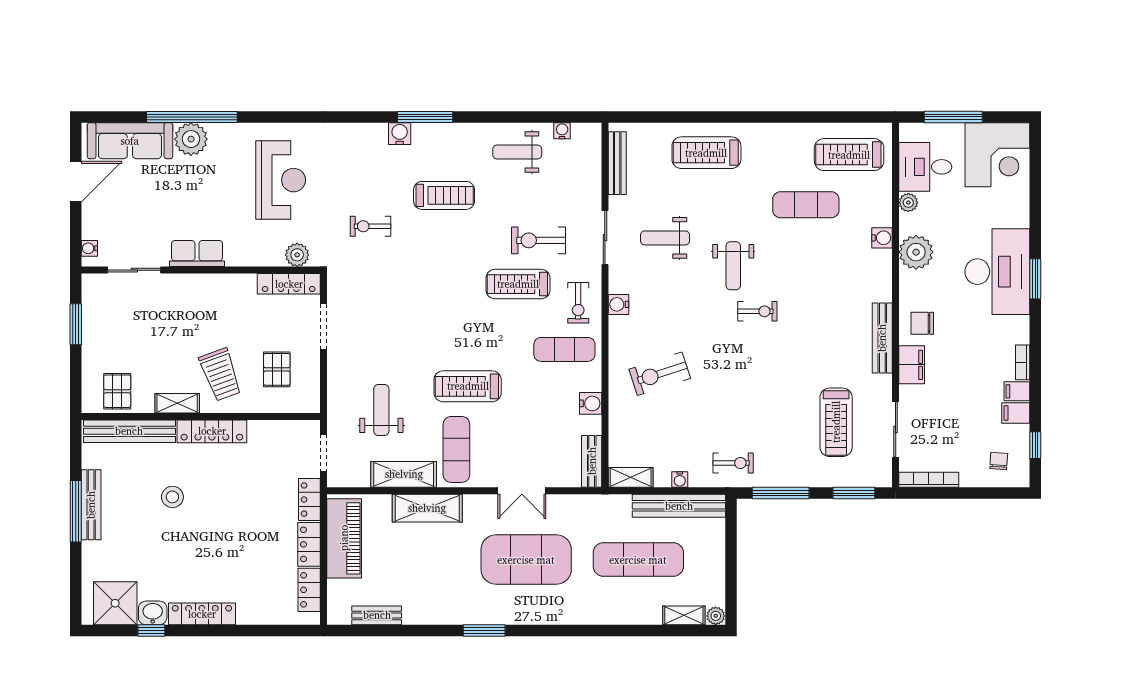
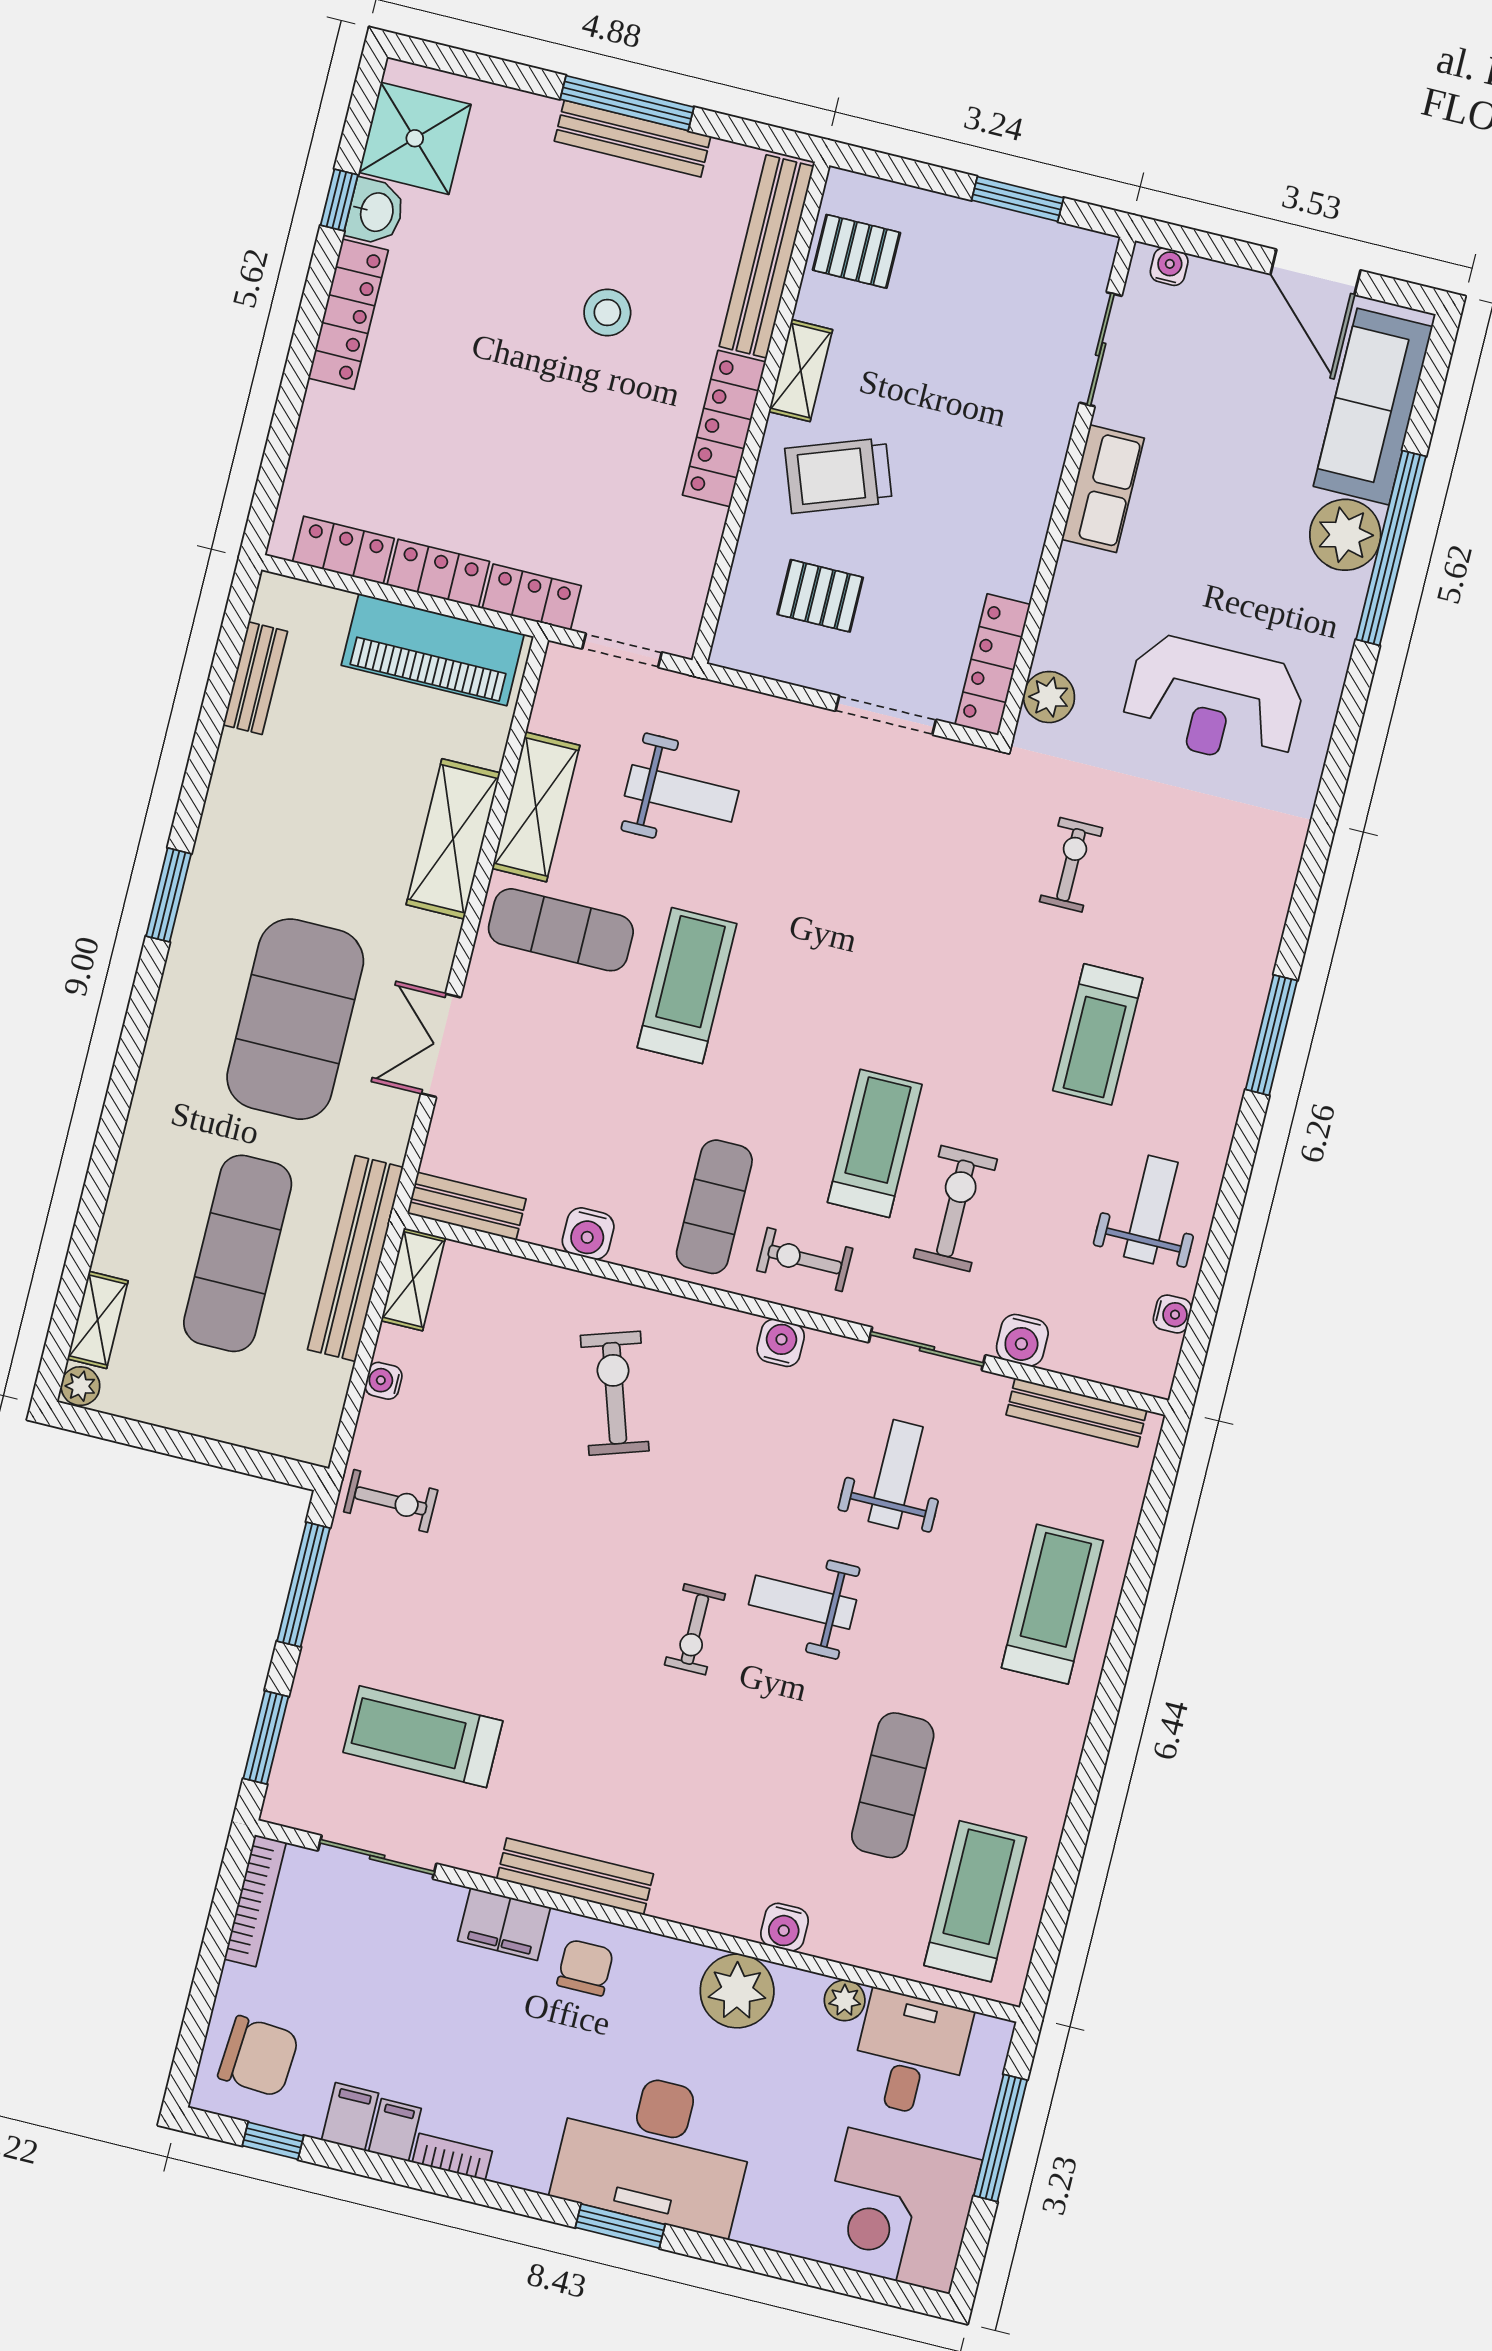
water cooler: (400, 134) -> (1022, 1340), moved, turned 90
chair: (999, 461) -> (259, 2056), width x1.87, depth x1.87
exercise bike: (733, 463) -> (391, 1501), turned -90
bench: (679, 506) -> (355, 1258), moved

